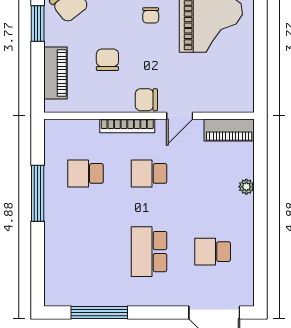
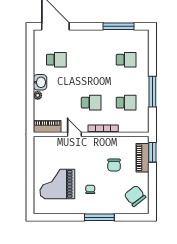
window: (38, 24) -> (152, 152), moved
chair: (146, 100) -> (93, 143), removed
door: (180, 116) -> (74, 134), hinge flipped
washbasin: (242, 210) -> (40, 82), added
school desk: (149, 252) -> (126, 60), moved, width x0.54

